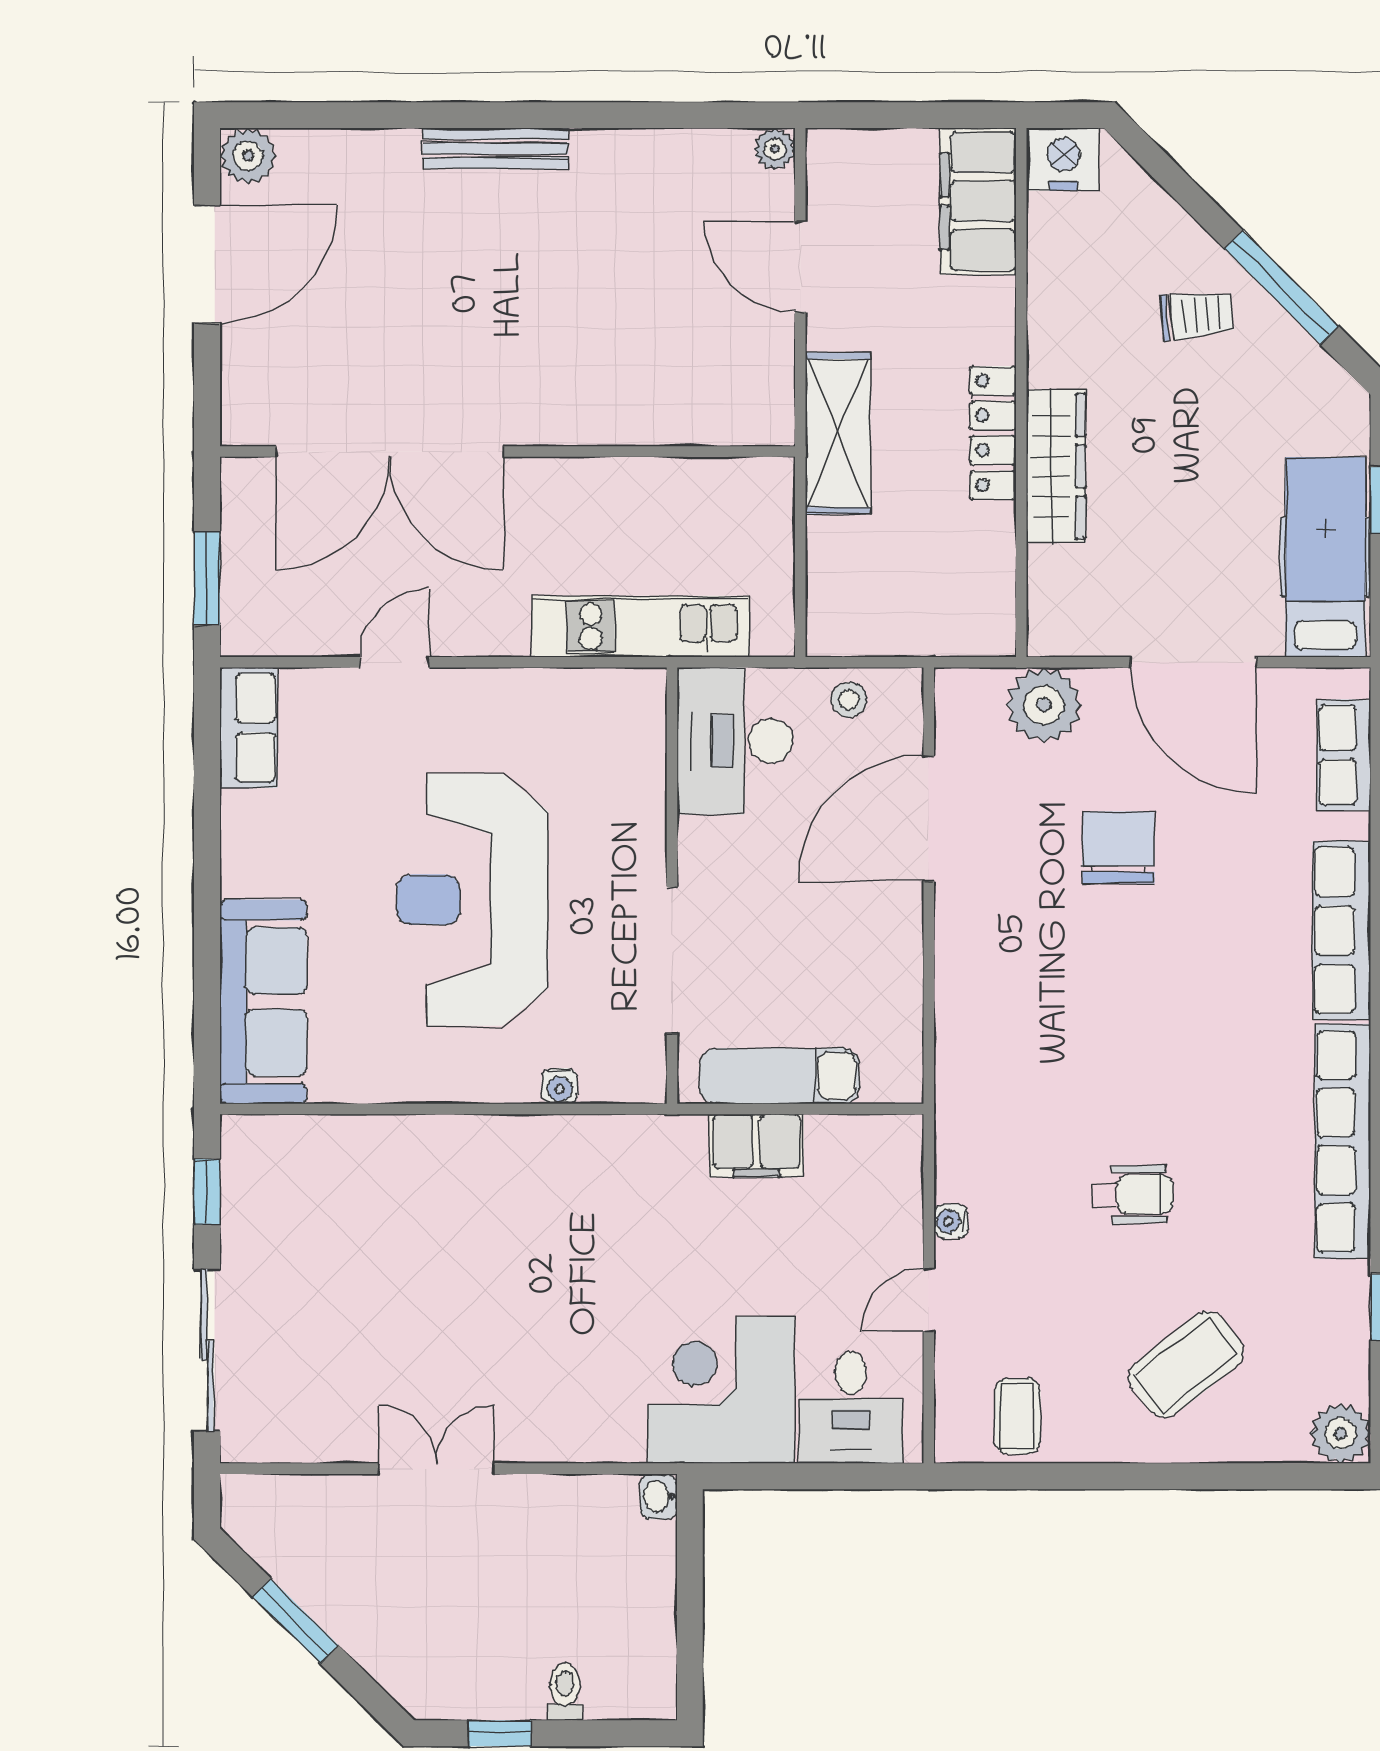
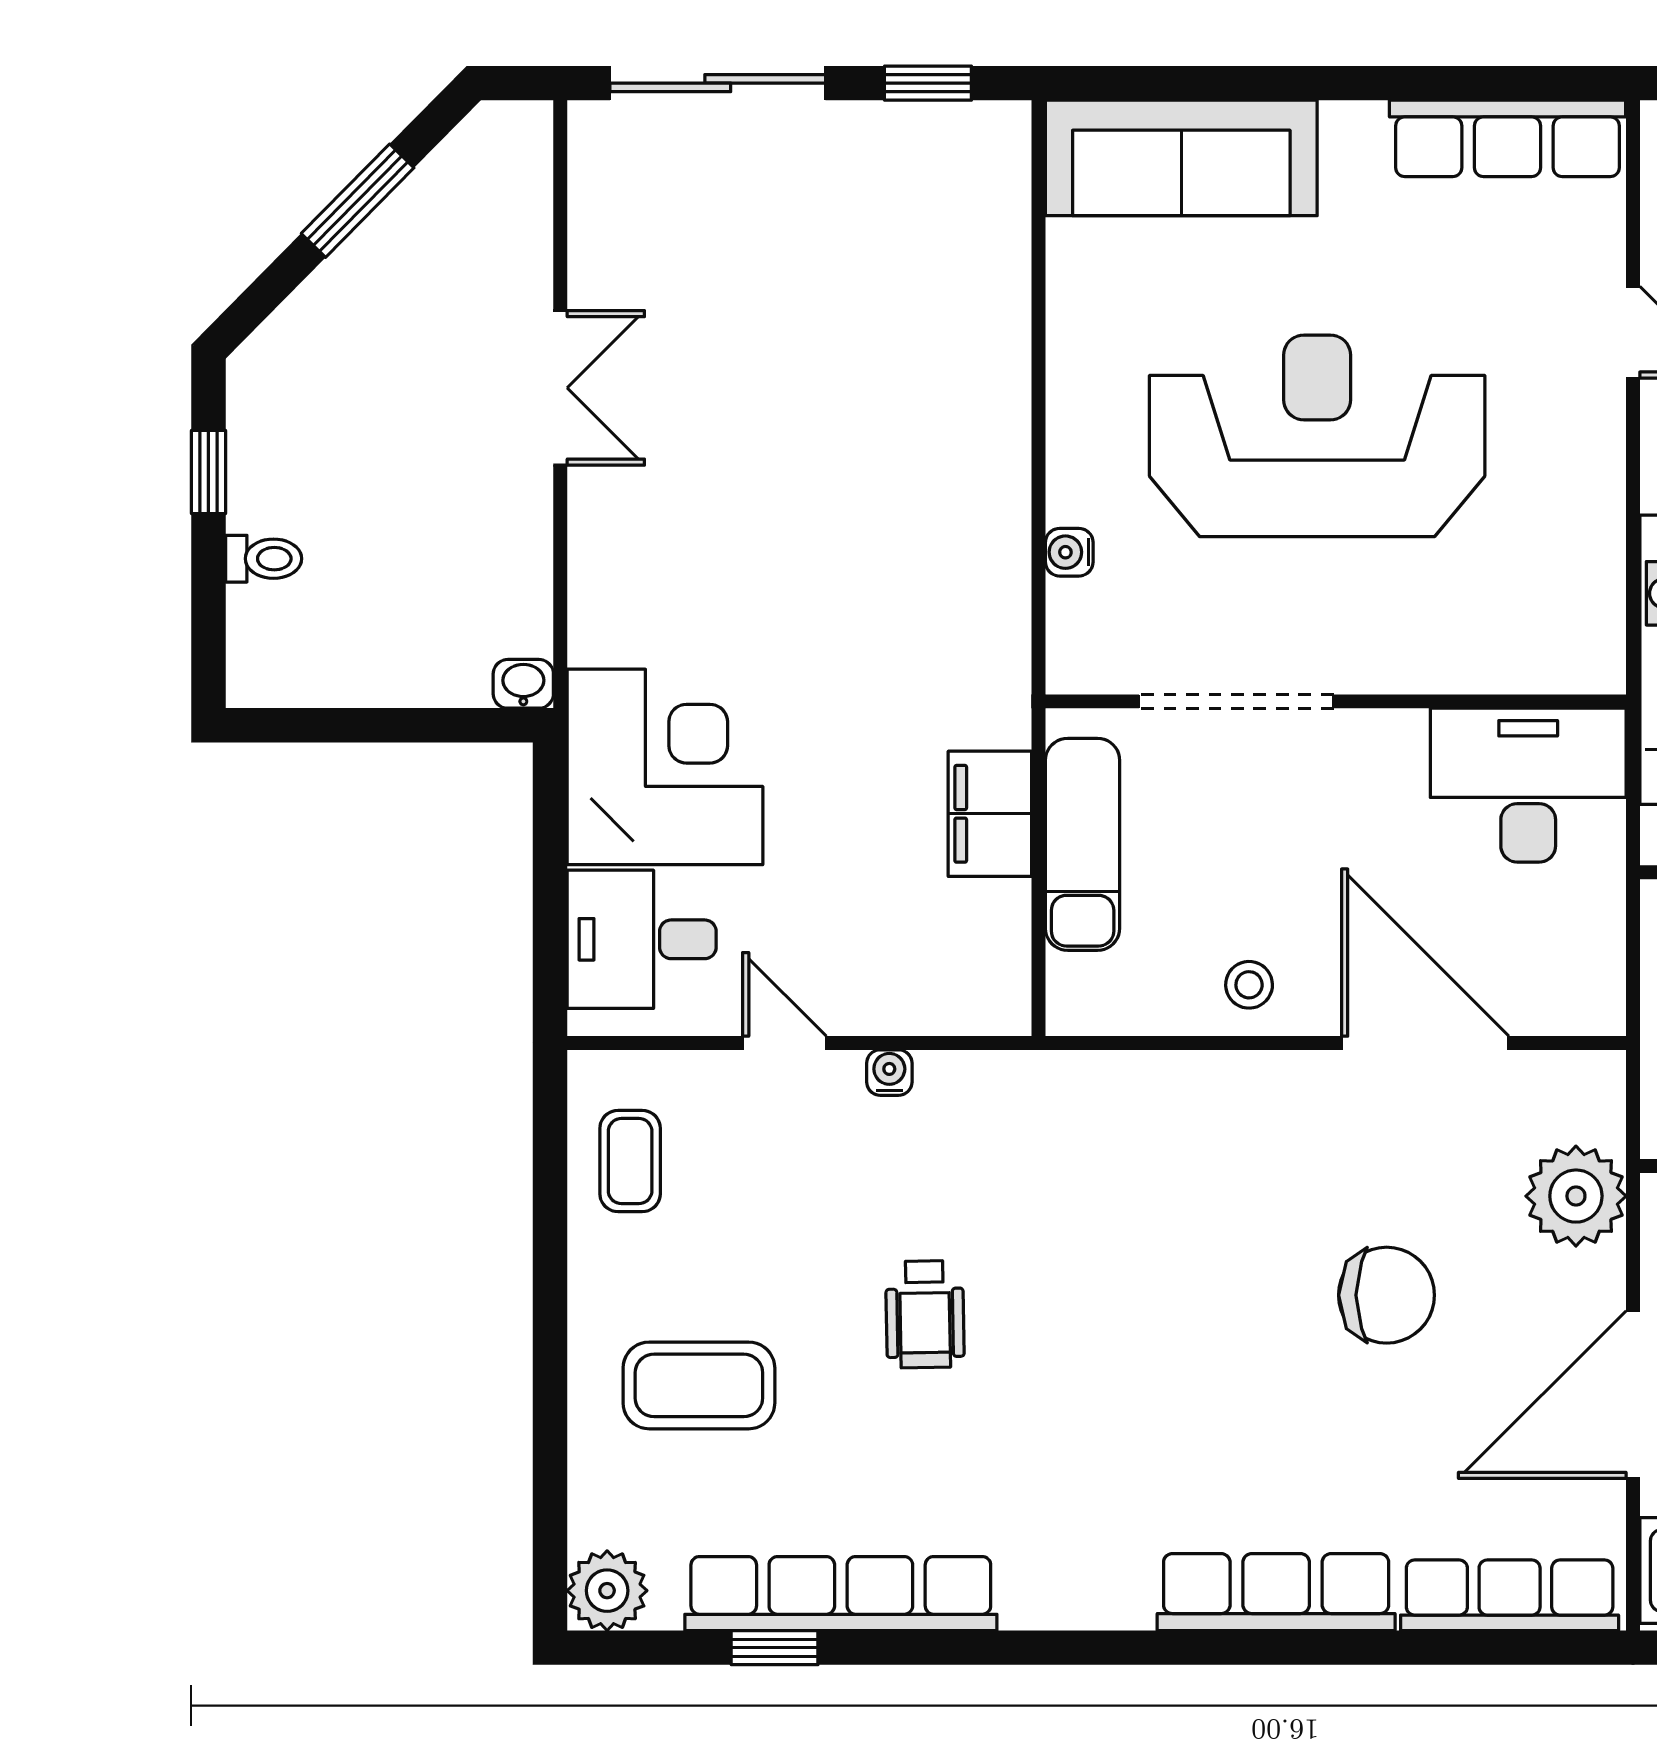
stool: (849, 700) -> (1249, 985), moved
row of seats: (249, 728) -> (1507, 138), width x1.48
row of seats: (1344, 755) -> (1510, 1595), width x1.48
row of seats: (1343, 1141) -> (841, 1594), moved
coffee table: (1186, 1364) -> (699, 1385), turned -52
coffee table: (1018, 1416) -> (630, 1161), turned 90

